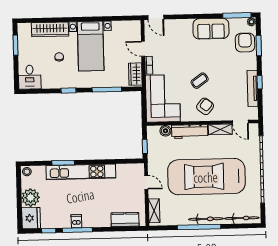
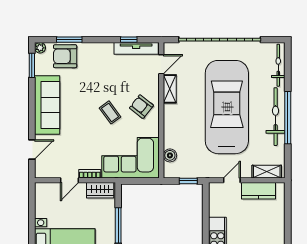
window: (237, 15) -> (32, 65), width x0.69
door: (156, 17) -> (32, 149), moved
sofa: (211, 29) -> (47, 105), width x1.36
window: (260, 82) -> (129, 40), moved
tv unit: (253, 88) -> (136, 48), moved
workbench: (190, 132) -> (172, 126), removed
car: (206, 177) -> (227, 107), turned 180
bicycle: (206, 219) -> (276, 117), width x1.37, depth x1.40
kitchen counter: (125, 220) -> (259, 191), moved, turned -90

